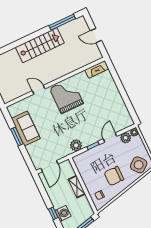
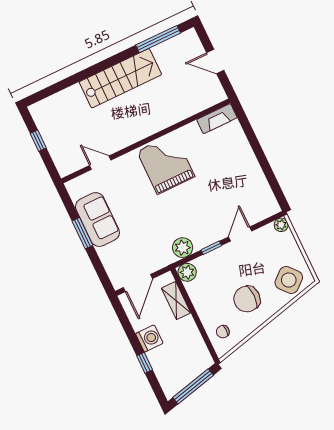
door: (39, 90) -> (100, 163), moved
plant: (126, 138) -> (187, 272), moved
shelving: (77, 187) -> (176, 301), moved
washing machine: (63, 213) -> (149, 338), moved

